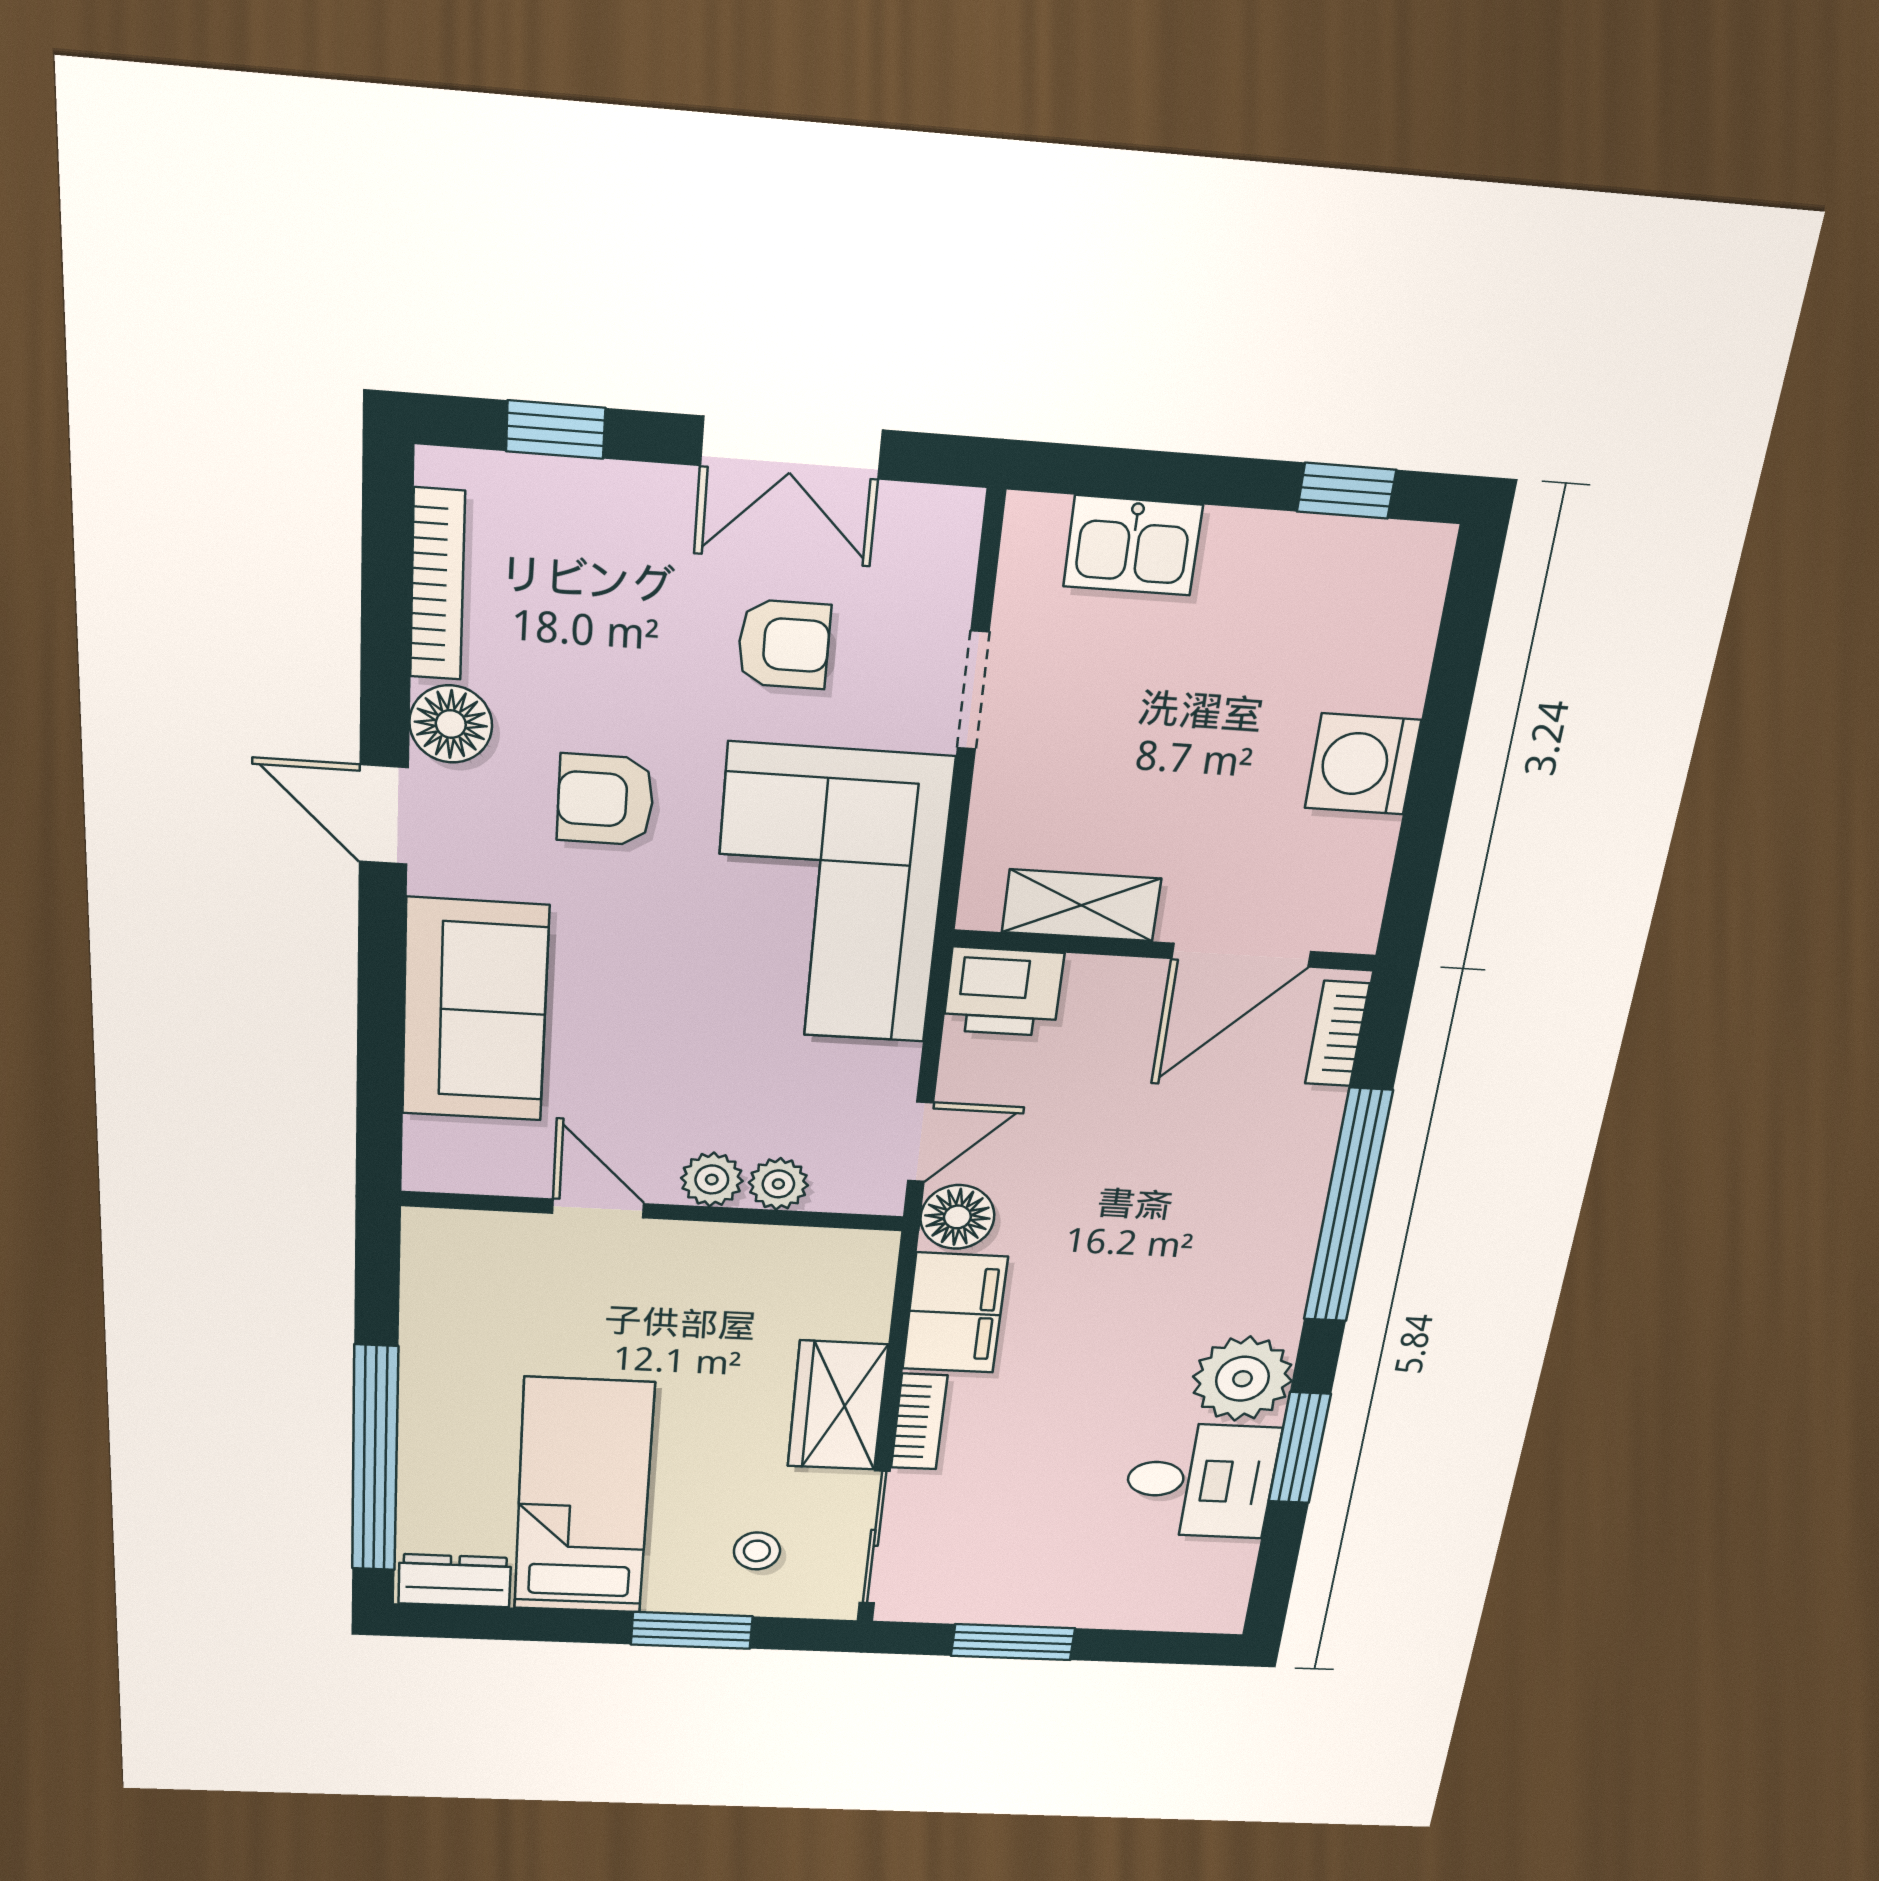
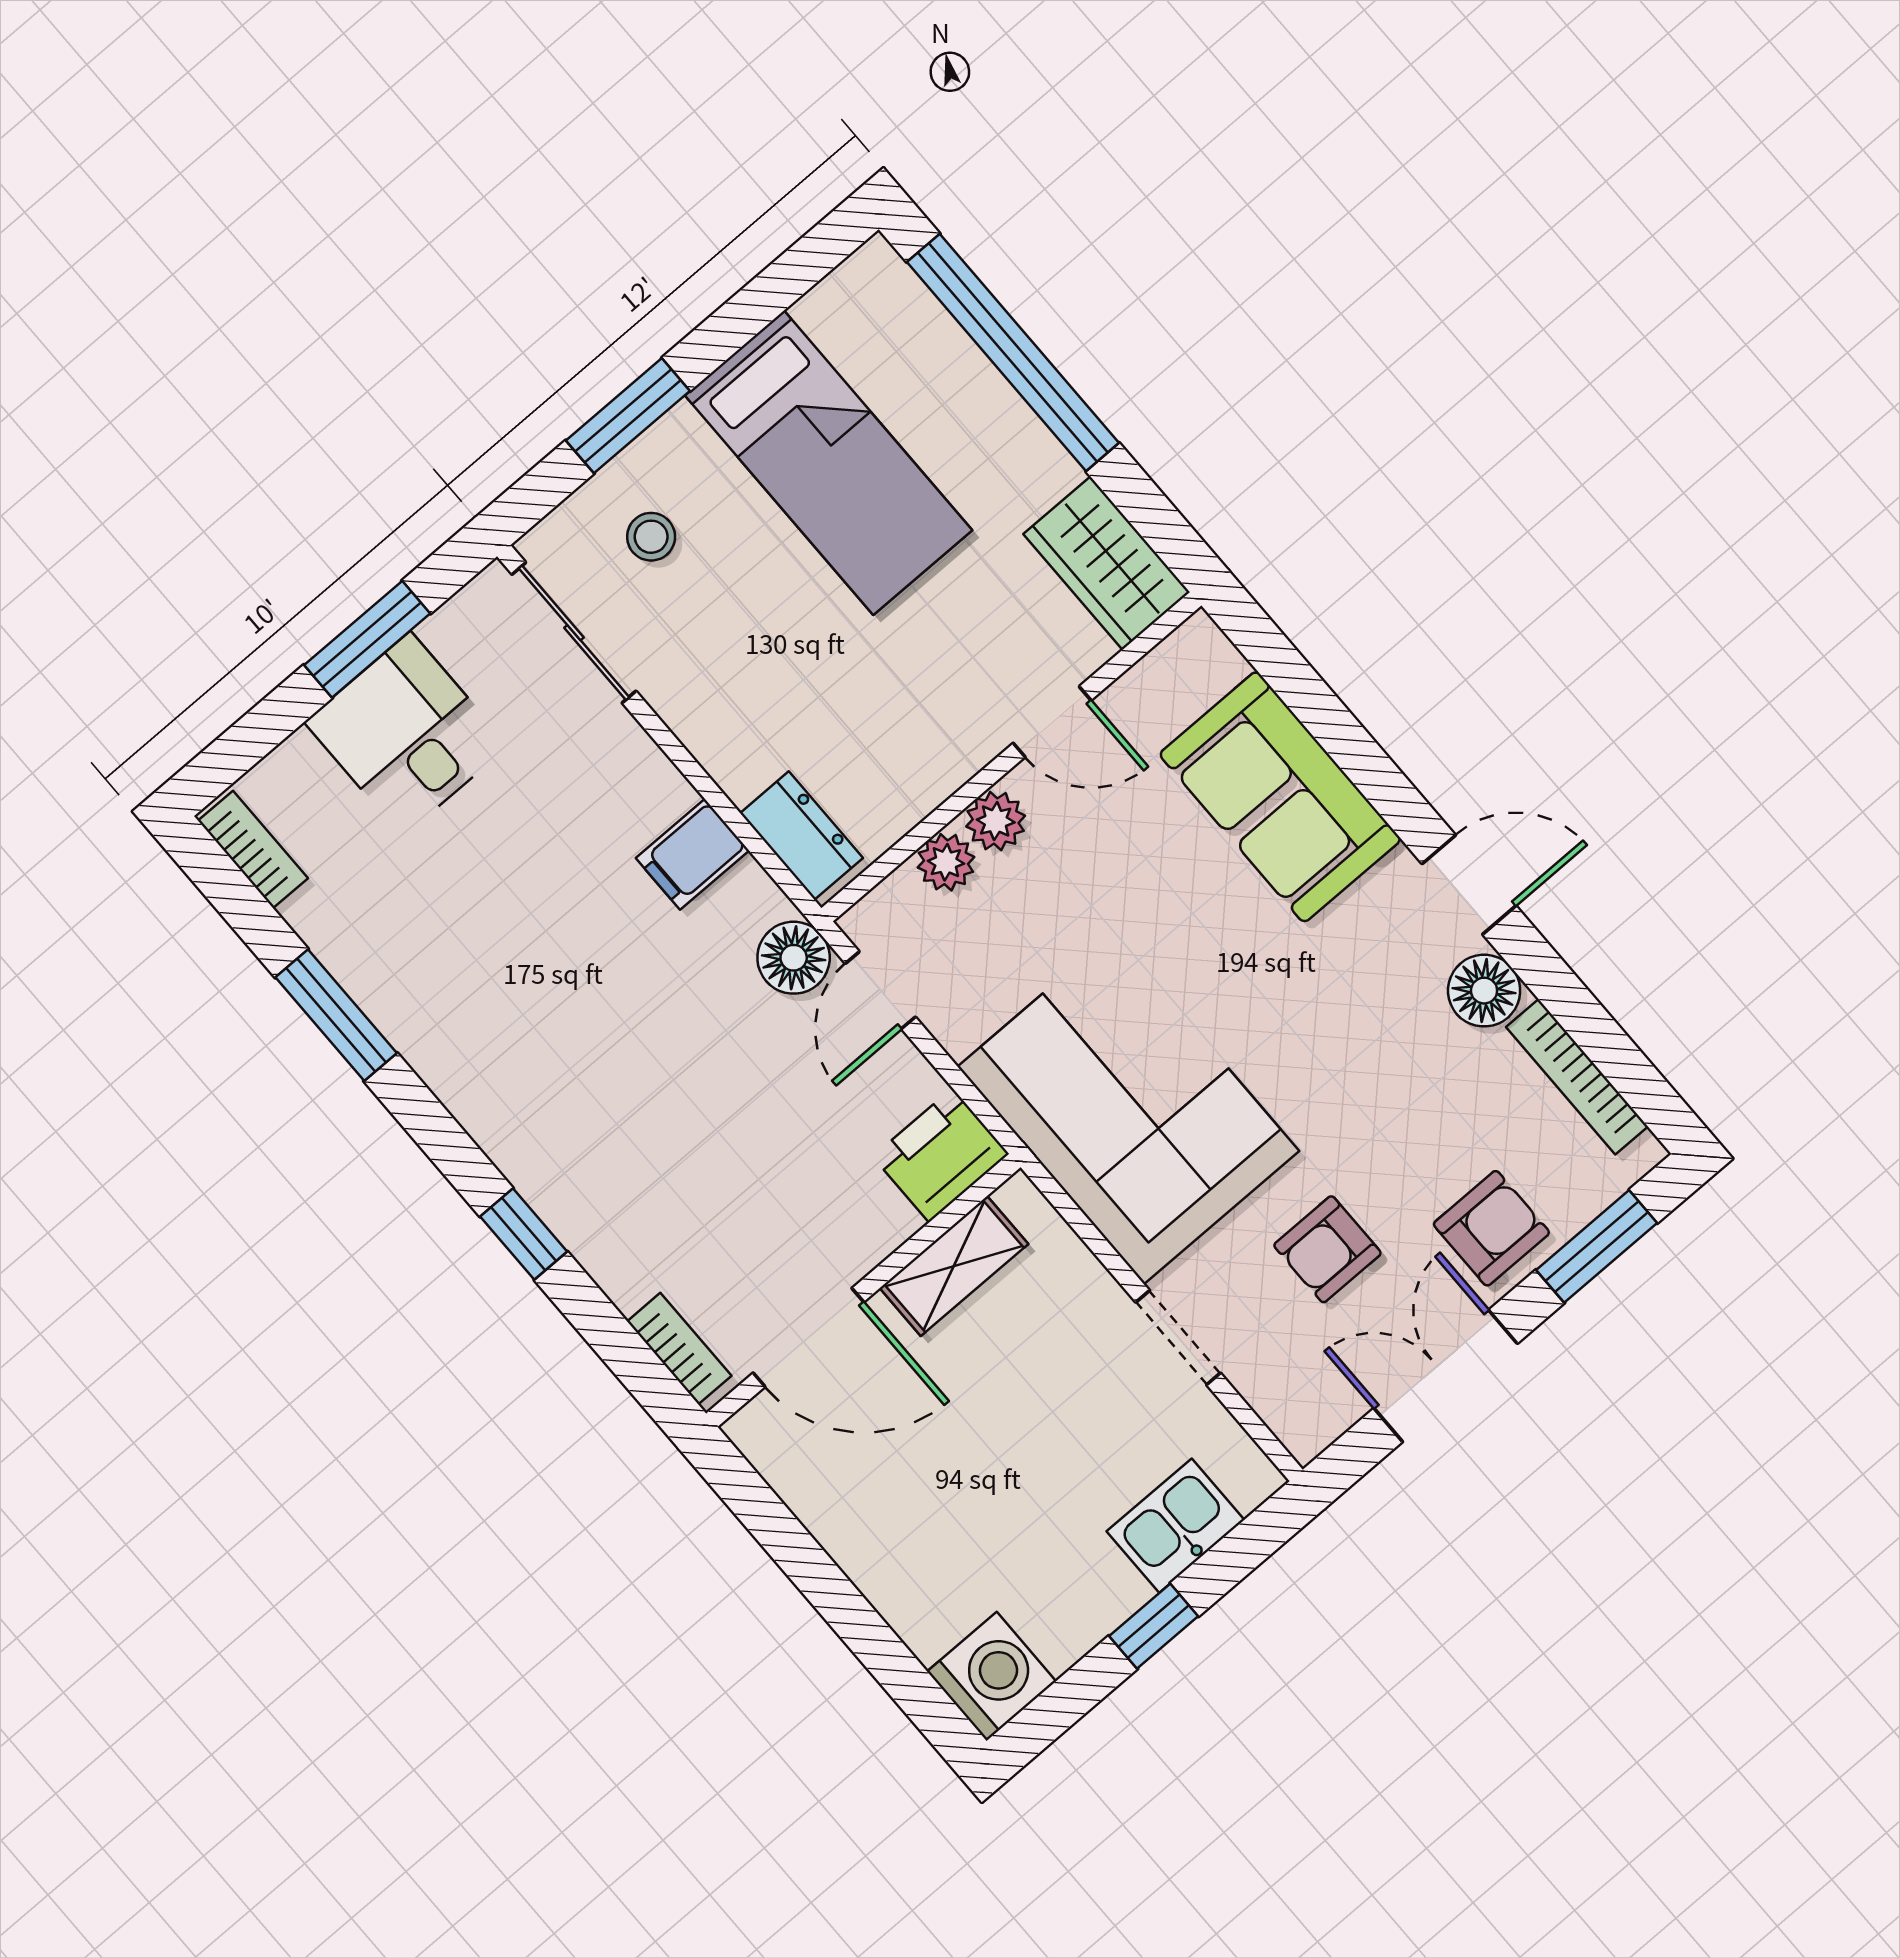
window: (556, 430) -> (1597, 1246), width x1.50
window: (1347, 491) -> (1154, 1626), moved
washing machine: (1363, 764) -> (992, 1676), moved
armchair: (606, 800) -> (1491, 1228), moved
door: (1241, 955) -> (808, 1337), swing flipped
window: (1348, 1207) -> (524, 1234), width x0.32
filing cabinet: (955, 1313) -> (692, 854), width x0.50
plant: (1242, 1379) -> (445, 1030), removed
wardrobe: (838, 1406) -> (1107, 563), moved, turned 180
bookcase: (919, 1422) -> (253, 849), moved, turned 180
desk: (1200, 1481) -> (406, 734), moved, turned 90
dresser: (455, 1581) -> (801, 836), moved, turned -90

